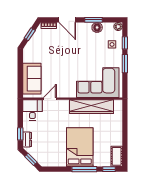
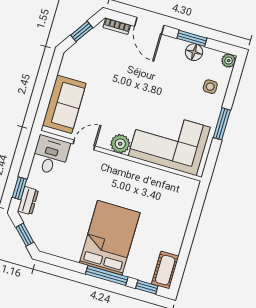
window: (125, 43) -> (232, 90), removed
plant: (70, 92) -> (120, 144), added
wardrobe: (91, 107) -> (148, 178), removed

